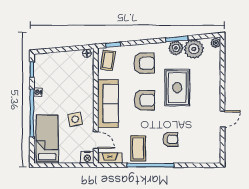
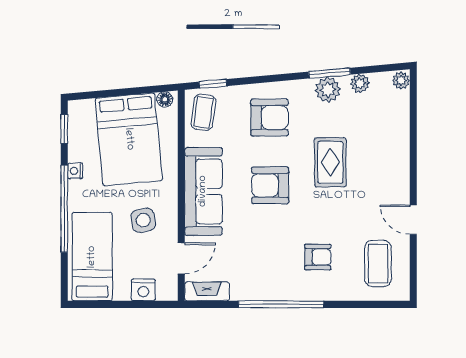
plant: (194, 49) -> (360, 83), width x0.53, depth x0.53
bed: (67, 75) -> (129, 139), added
rug: (177, 88) -> (330, 162), width x0.73, depth x0.70
armchair: (144, 100) -> (270, 185), turned 180
door: (223, 119) -> (413, 220), swing flipped
door: (96, 140) -> (181, 258), hinge flipped
coffee table: (138, 148) -> (378, 264), moved
nightstand: (87, 157) -> (143, 290), moved

